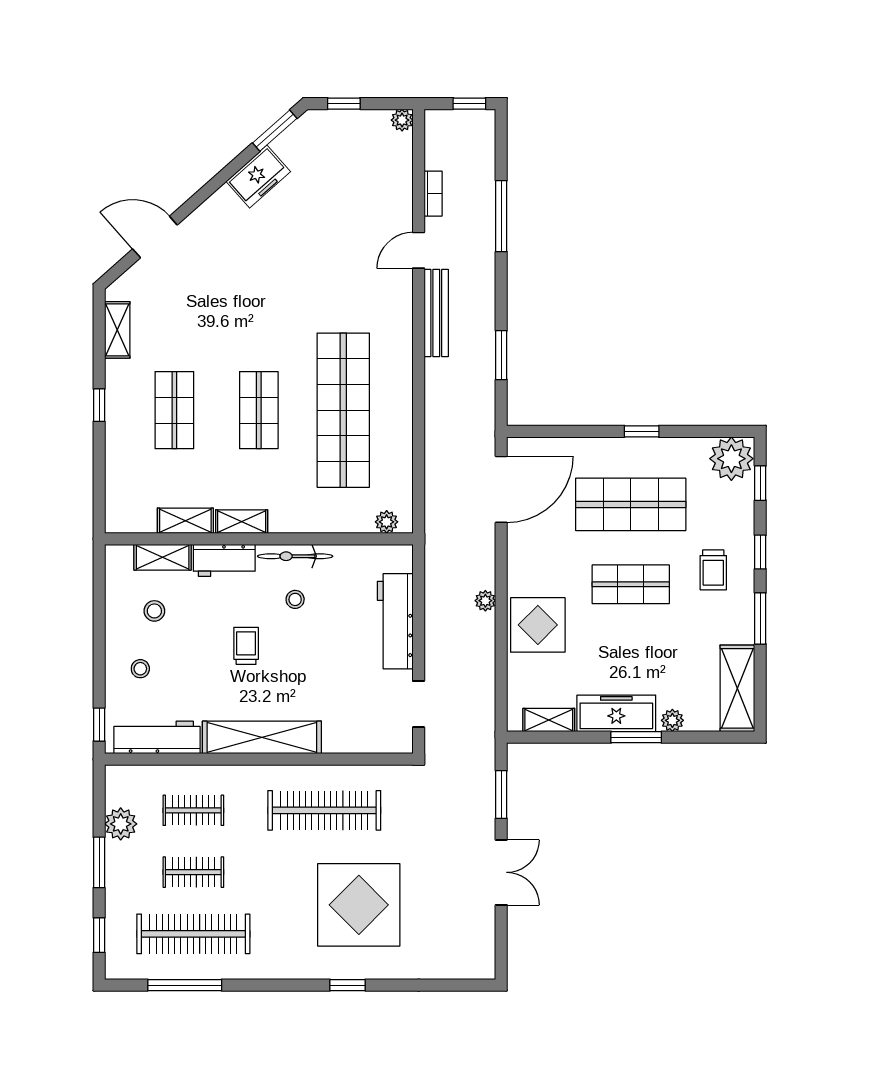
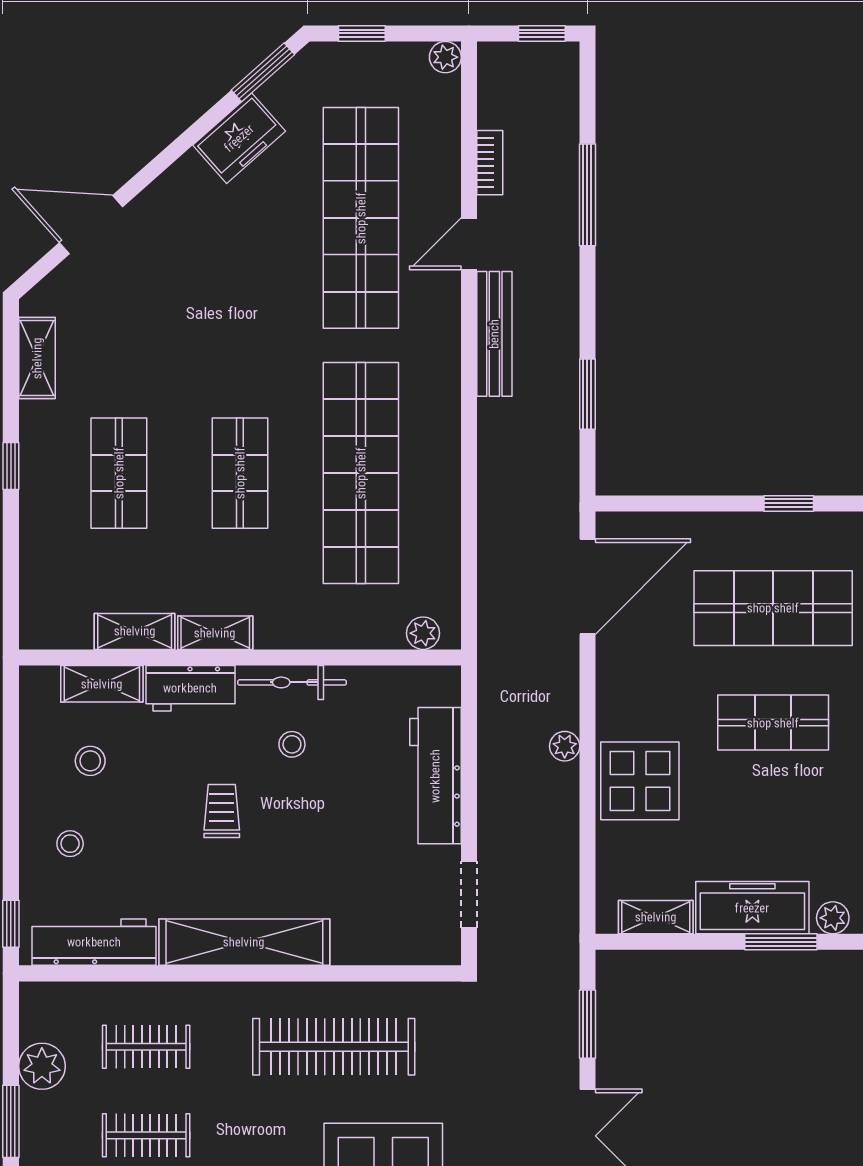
shop shelf: (343, 232) -> (361, 218), added

